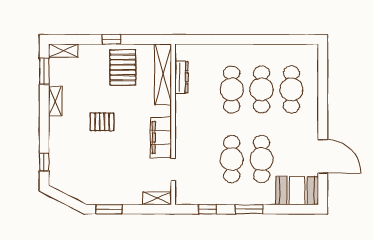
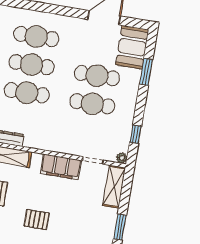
pallet: (102, 122) -> (37, 220), turned 90
shelving: (157, 198) -> (114, 187), width x1.50, depth x1.33
plant: (181, 199) -> (122, 158), added
window: (249, 209) -> (146, 72), moved

